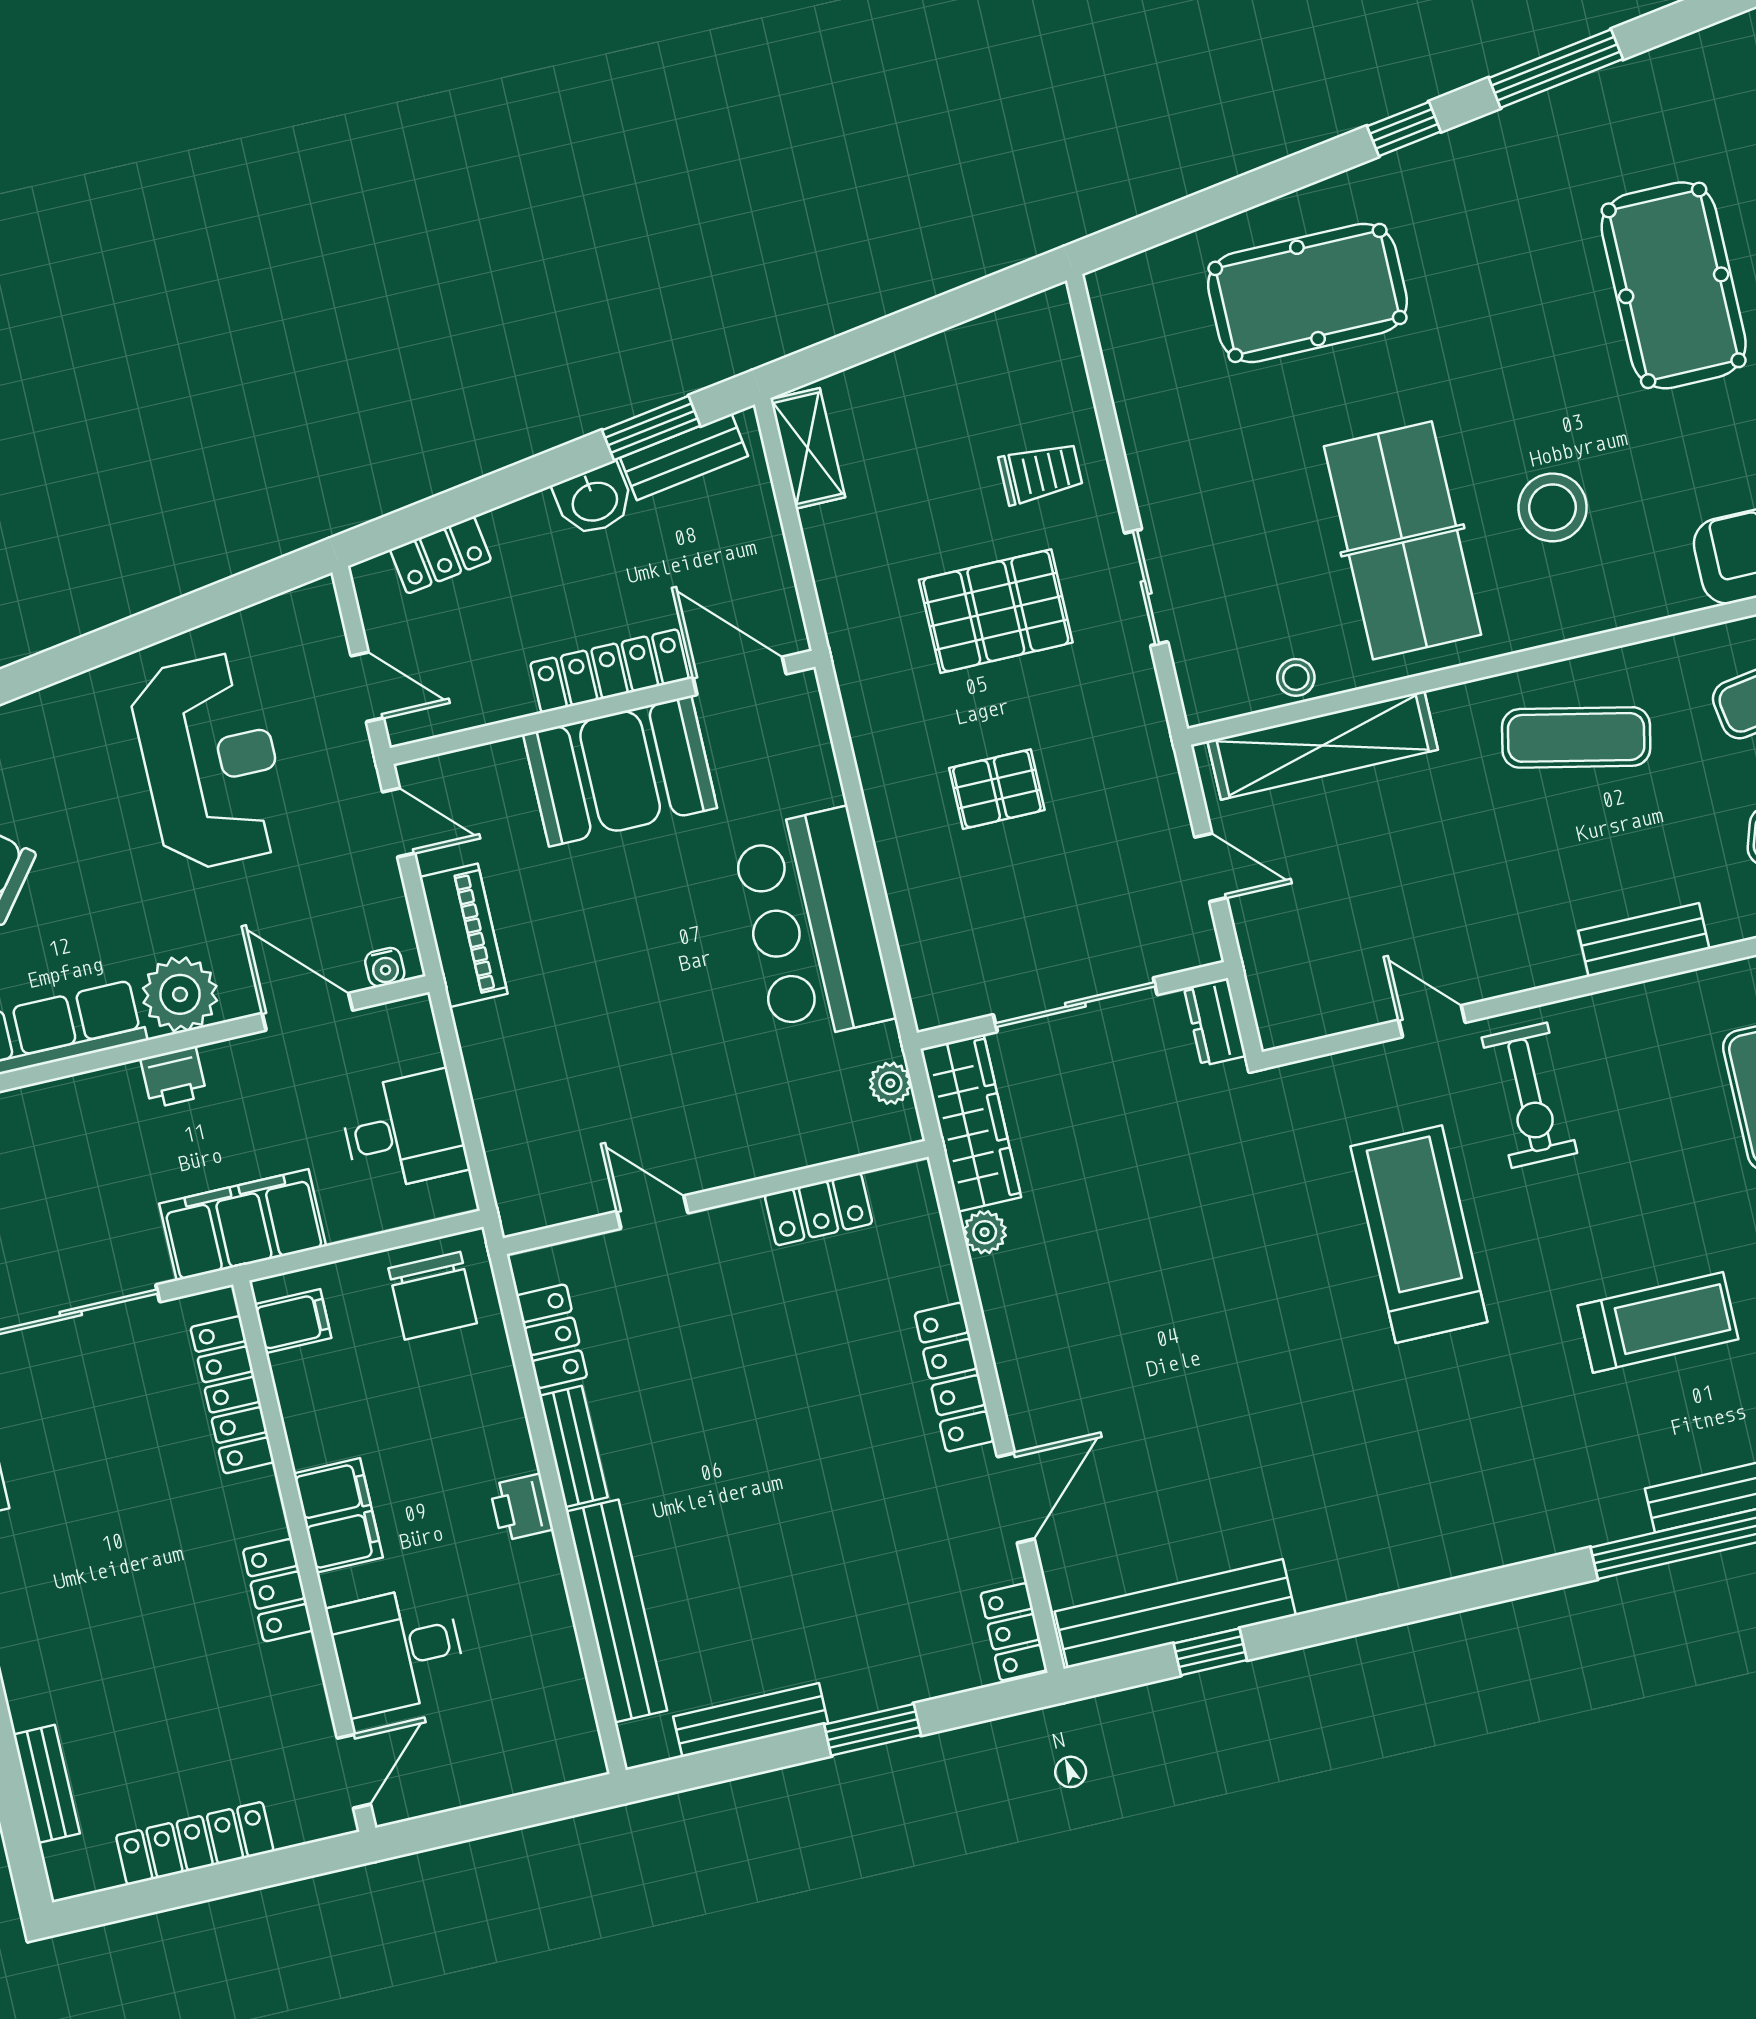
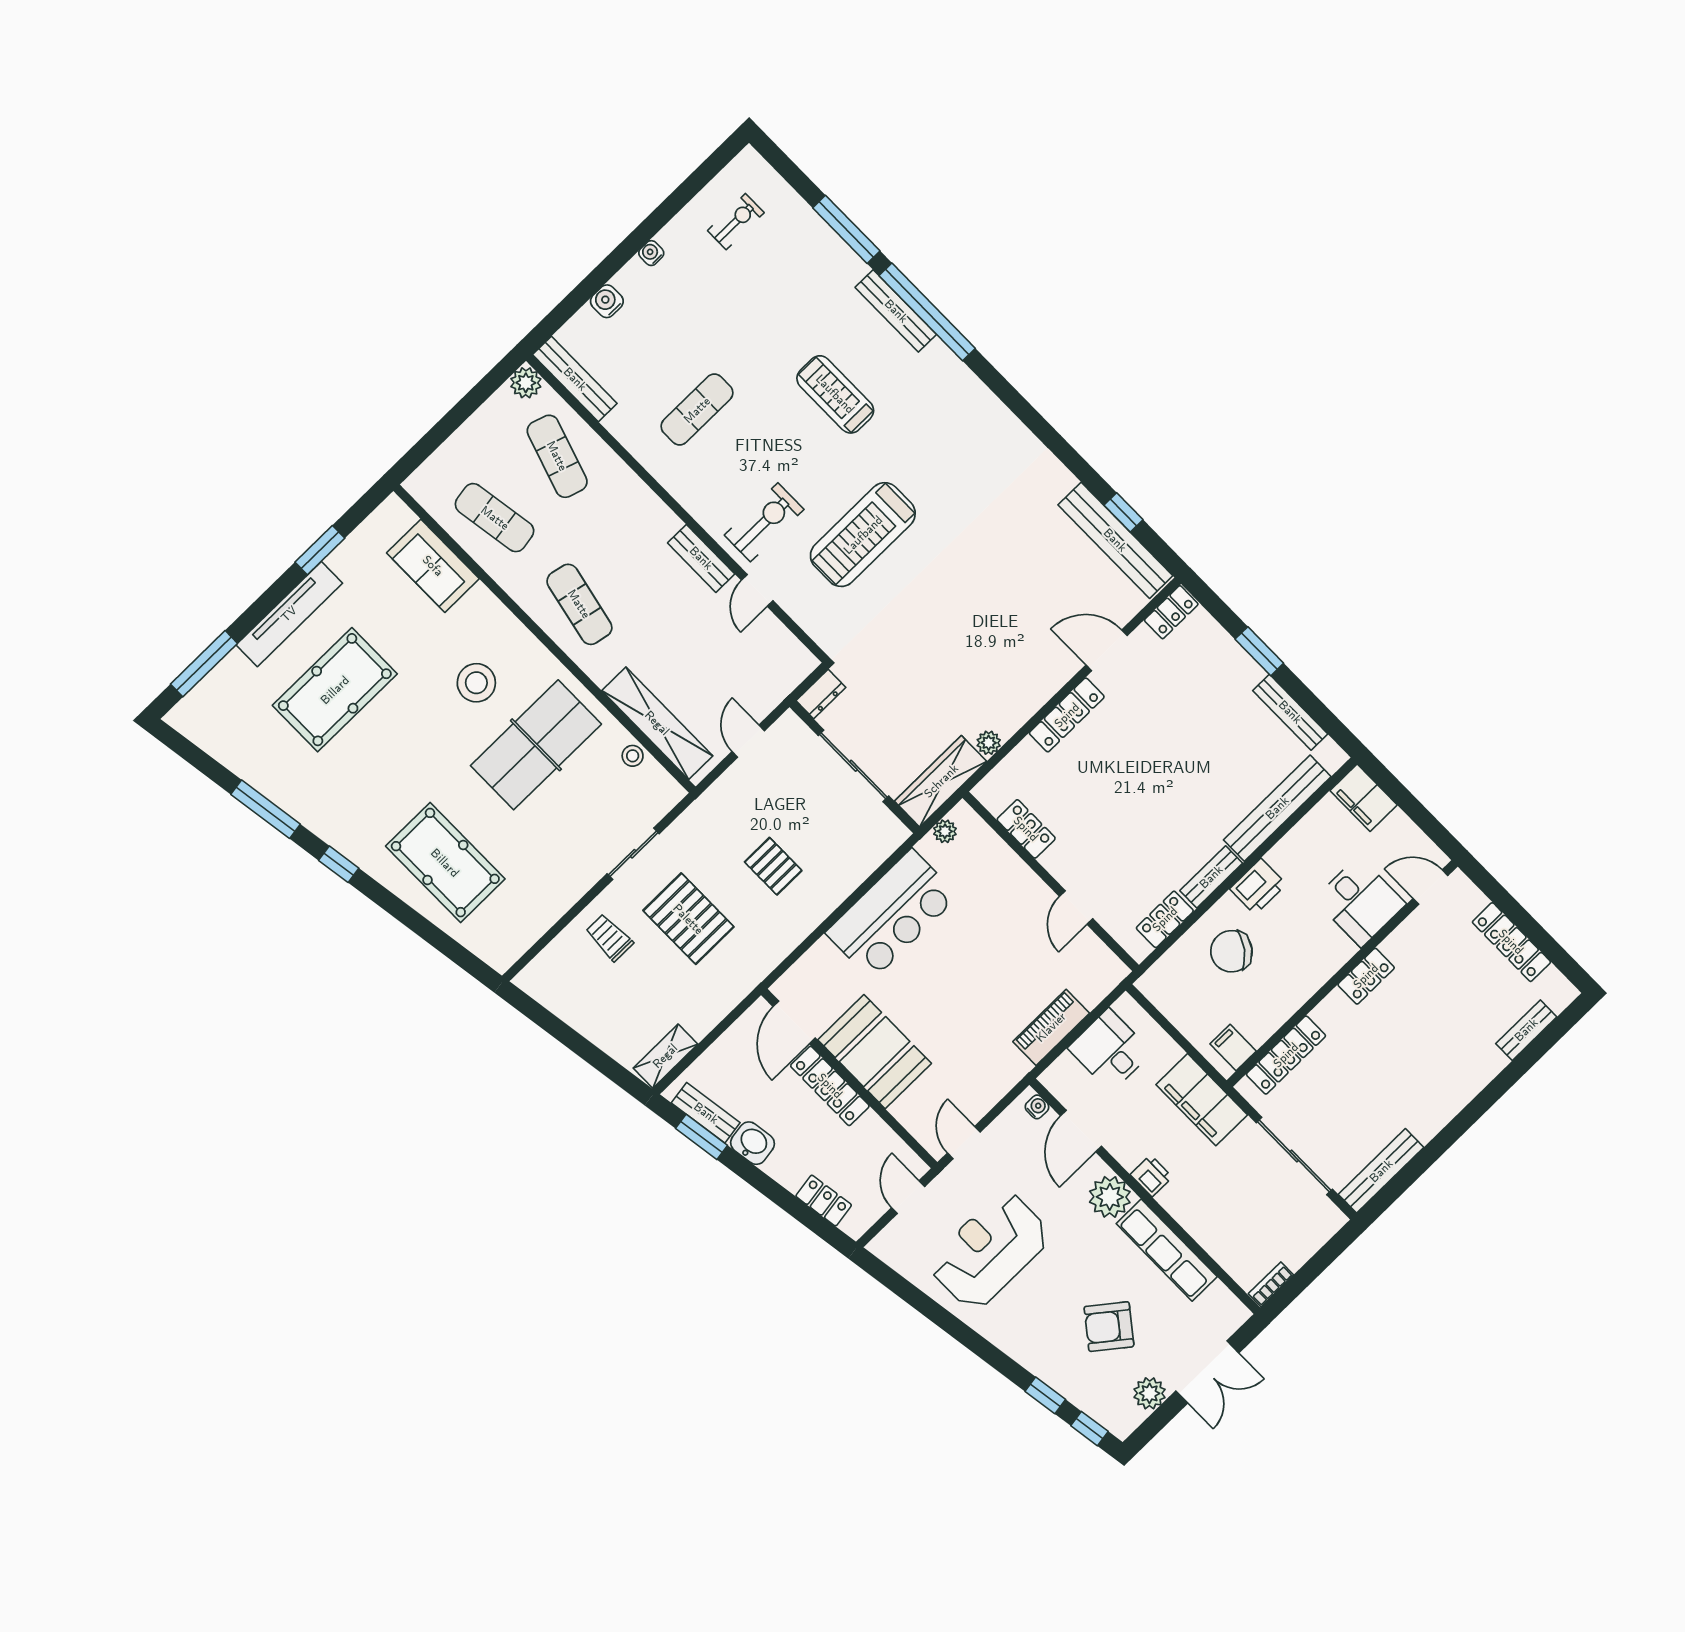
piano: (464, 935) -> (1051, 1027), moved
bench: (1644, 940) -> (701, 558), moved
chair: (433, 1296) -> (1231, 951), moved, turned -143
printer: (521, 1507) -> (1258, 887), width x1.36, depth x1.24
filing cabinet: (338, 1515) -> (1364, 798), moved, turned -90

